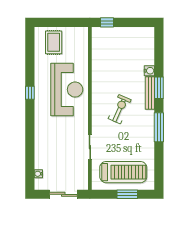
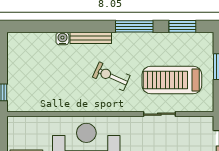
window: (159, 88) -> (182, 26), moved
treadmill: (123, 172) -> (172, 80), moved, turned -90

